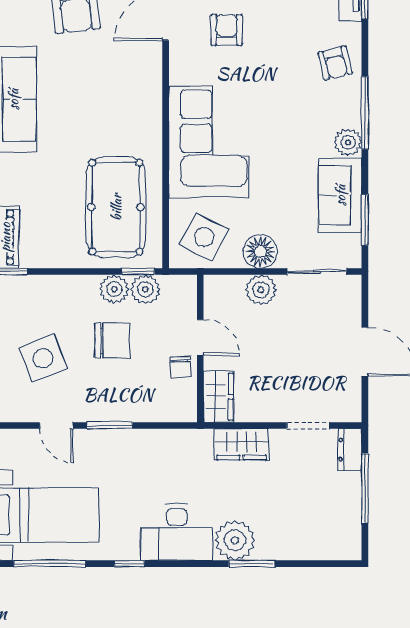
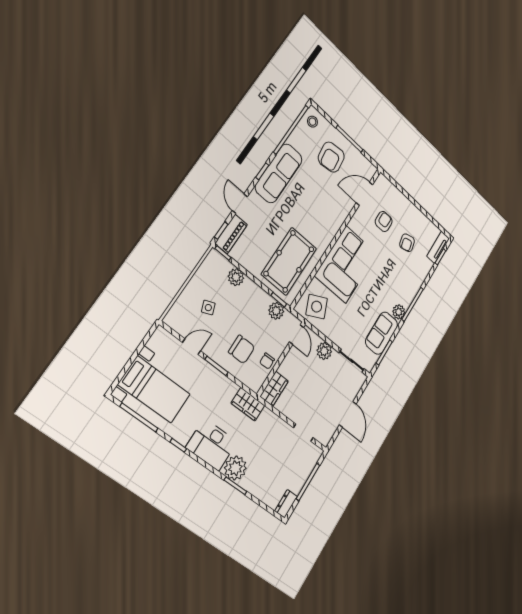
armchair: (335, 63) -> (407, 243), moved
side table: (204, 237) -> (317, 307), turned 38
floor lamp: (260, 251) -> (335, 333), removed
plant: (114, 289) -> (236, 277), moved
door: (200, 337) -> (297, 335), moved
chair: (112, 340) -> (242, 349), moved
side table: (43, 358) -> (208, 308), width x0.54, depth x0.54
door: (56, 426) -> (192, 347), swing flipped
wardrobe: (242, 444) -> (248, 404), moved
dresser: (350, 450) -> (286, 504), moved

